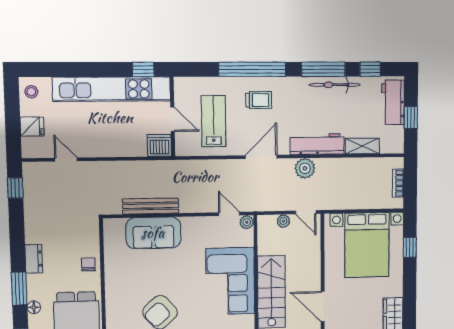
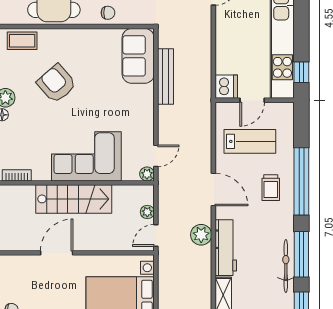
sofa: (153, 233) -> (138, 56), moved

